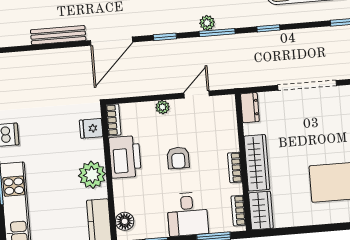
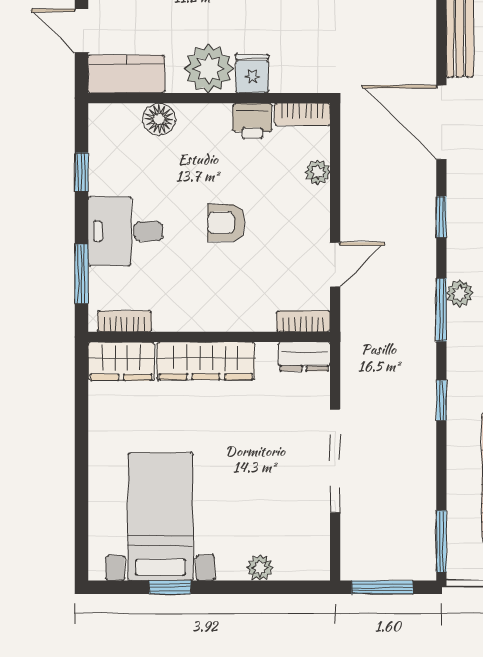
door: (197, 94) -> (335, 265), hinge flipped
plant: (163, 107) -> (318, 172), moved
fridge: (91, 128) -> (252, 74), moved
printer: (125, 157) -> (252, 121), width x0.53, depth x0.68
bookcase: (235, 167) -> (303, 321), moved
floor lamp: (125, 221) -> (159, 119), moved

